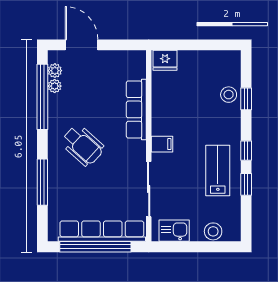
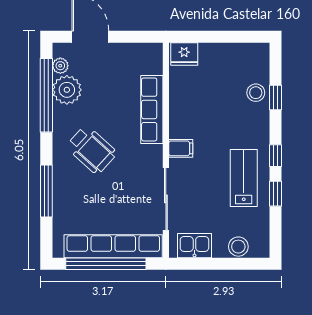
plant: (55, 86) -> (67, 90), width x1.88, depth x1.88

